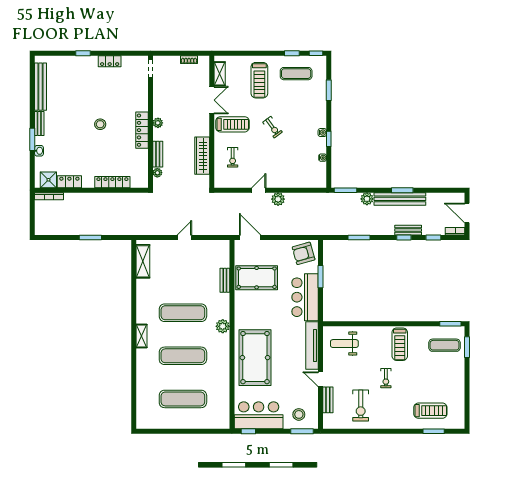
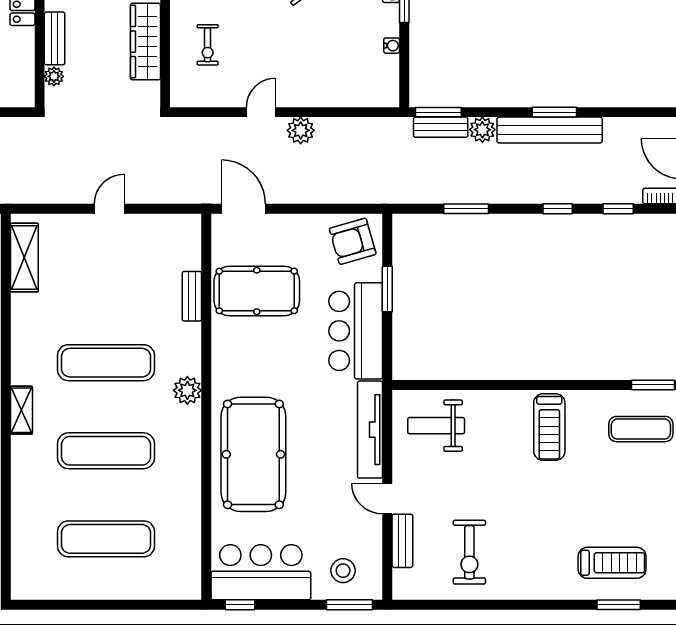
bench: (408, 230) -> (441, 127), moved
exercise bike: (386, 378) -> (521, 496), removed

